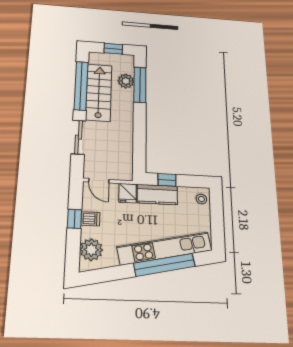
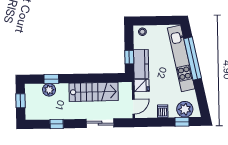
window: (140, 85) -> (51, 79), width x0.46
window: (81, 86) -> (57, 124), width x0.32
stairs: (99, 92) -> (94, 92), moved, turned 180
window: (74, 219) -> (182, 122), moved

